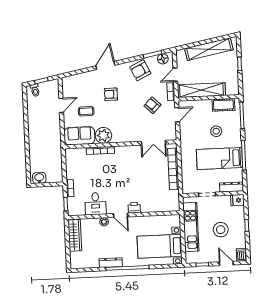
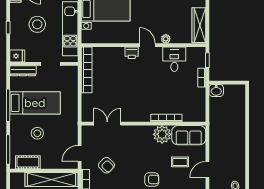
bookcase: (173, 169) -> (87, 70), moved
washbasin: (39, 178) -> (216, 90), moved

